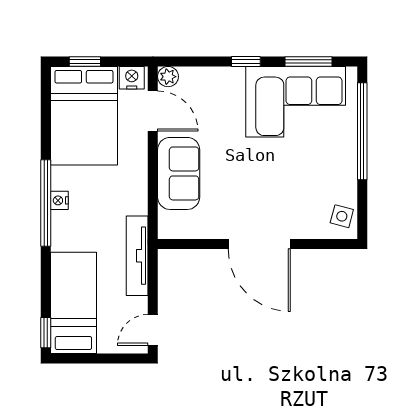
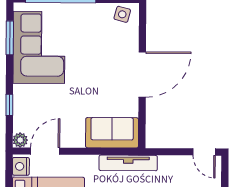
window: (246, 61) -> (9, 105), moved
sofa: (179, 173) -> (112, 133), moved
tv unit: (137, 256) -> (128, 163), moved

